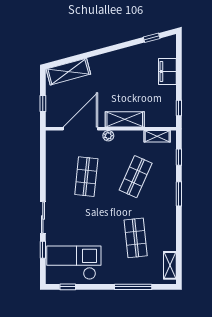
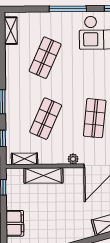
shelving: (125, 119) -> (43, 176), moved
shop shelf: (136, 238) -> (45, 58), turned 30
window: (133, 287) -> (68, 9), moved

